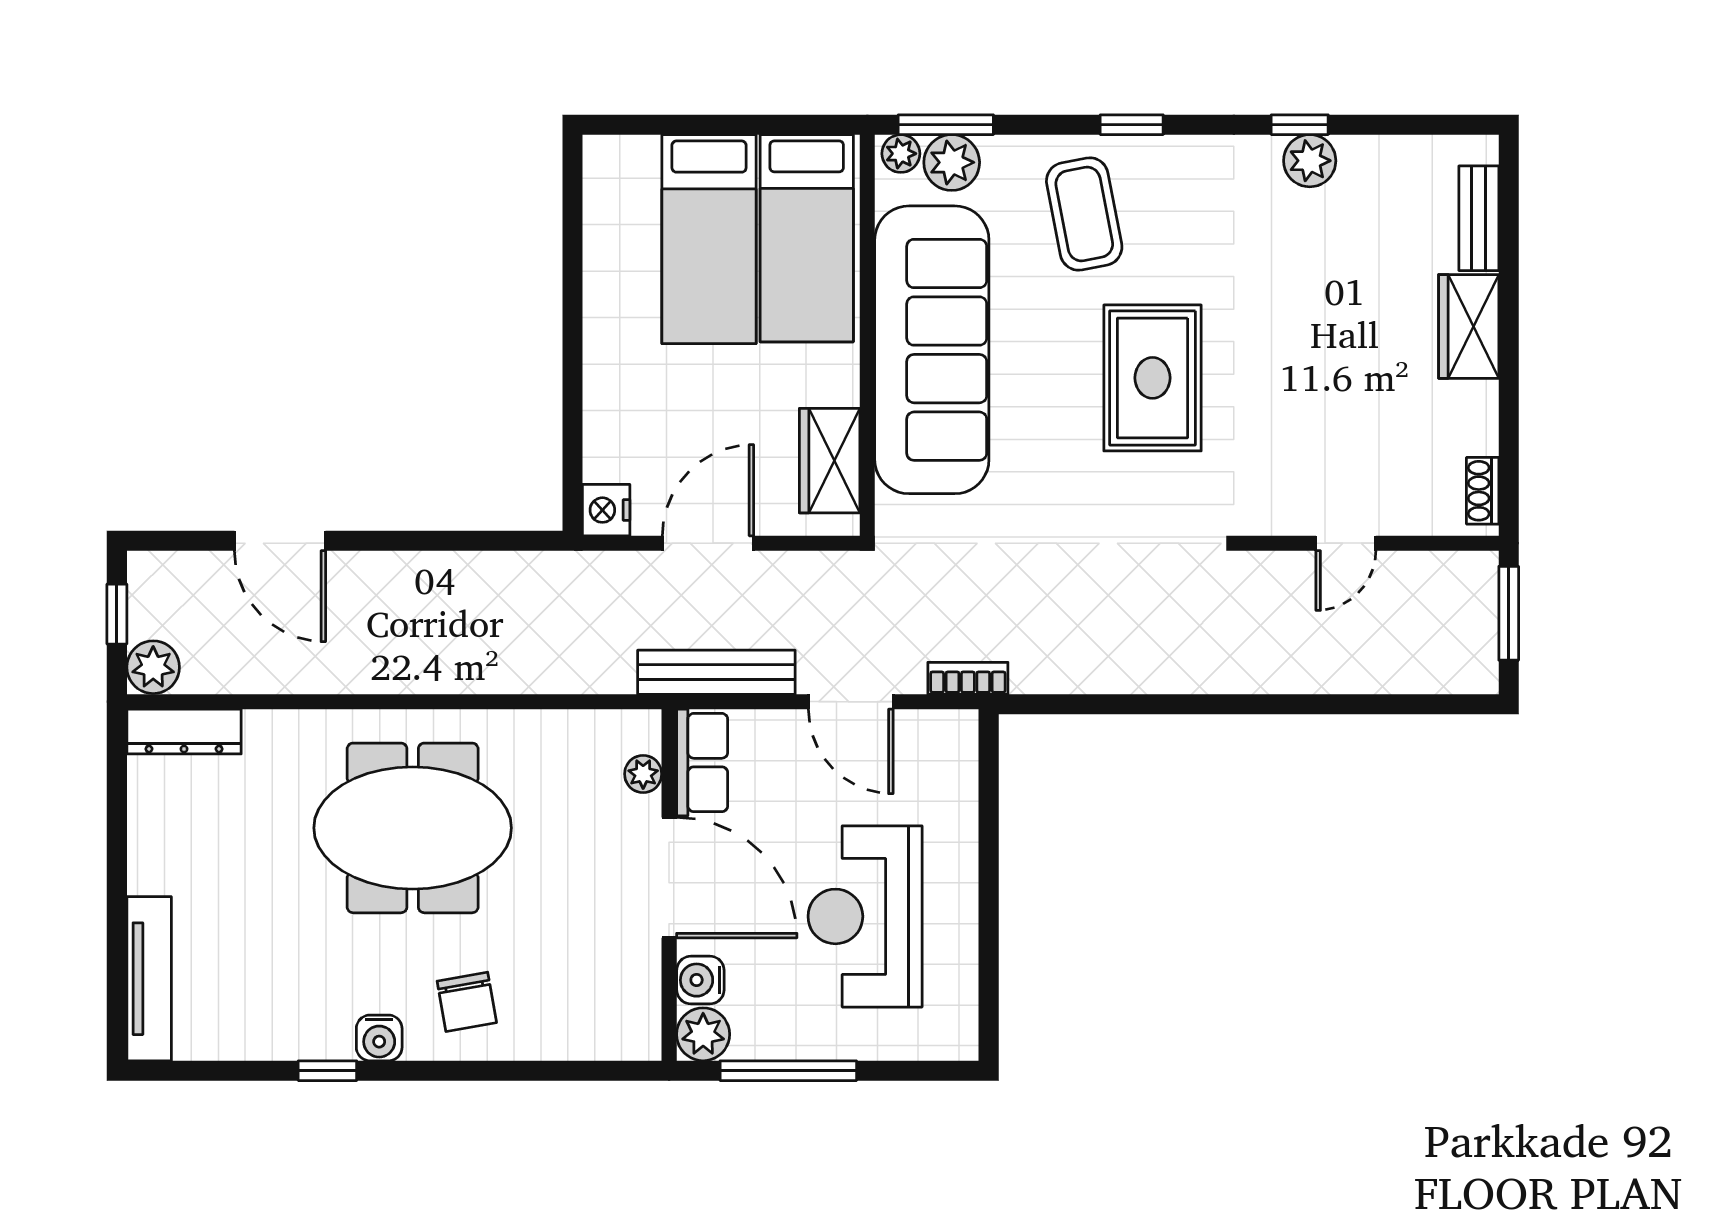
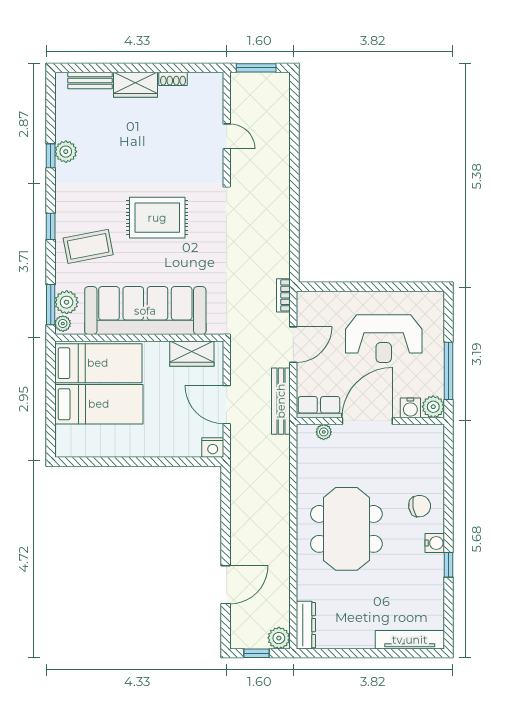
shoe rack: (1483, 491) -> (173, 79), moved

